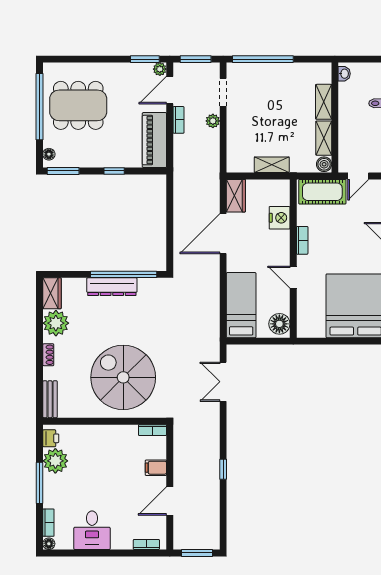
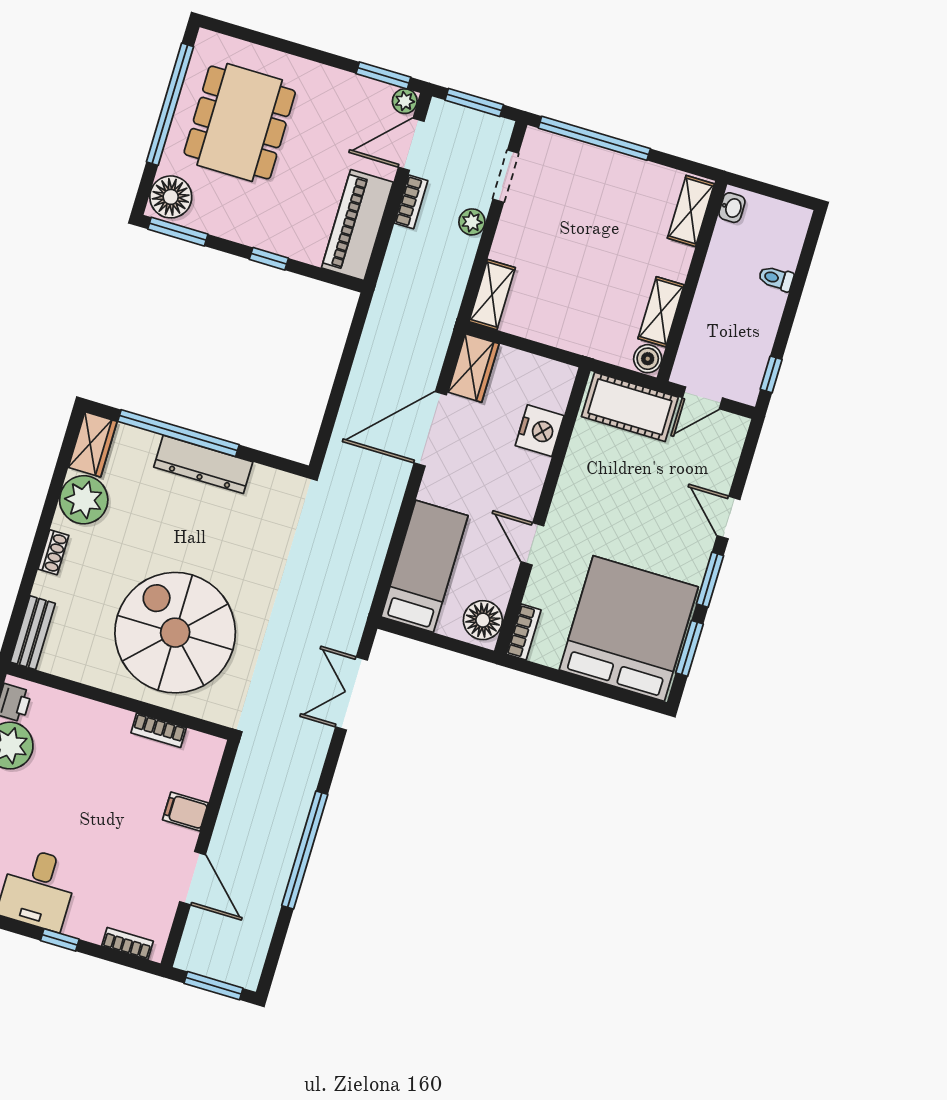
shelving: (324, 102) -> (691, 211), moved
dining table: (78, 105) -> (240, 123), turned 90
floor lamp: (49, 154) -> (171, 197), width x1.89, depth x1.89
shelving: (272, 165) -> (492, 295), moved, turned 90
bookcase: (302, 240) -> (524, 632), moved
window: (124, 274) -> (178, 433), moved
bookcase: (152, 430) -> (159, 730), moved
window: (223, 469) -> (305, 850), width x3.17
door: (170, 501) -> (192, 878), swing flipped
window: (111, 553) -> (60, 940), added

